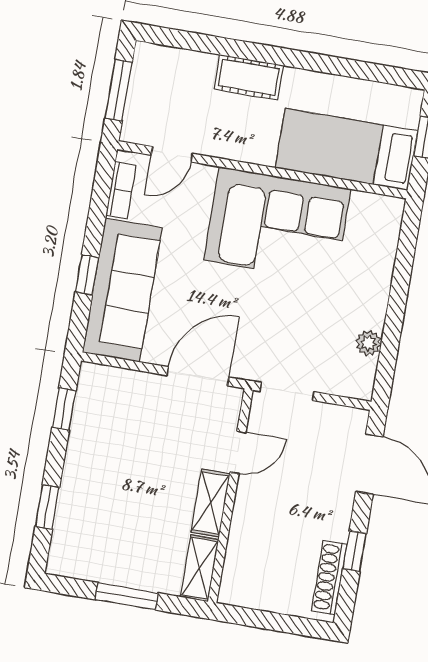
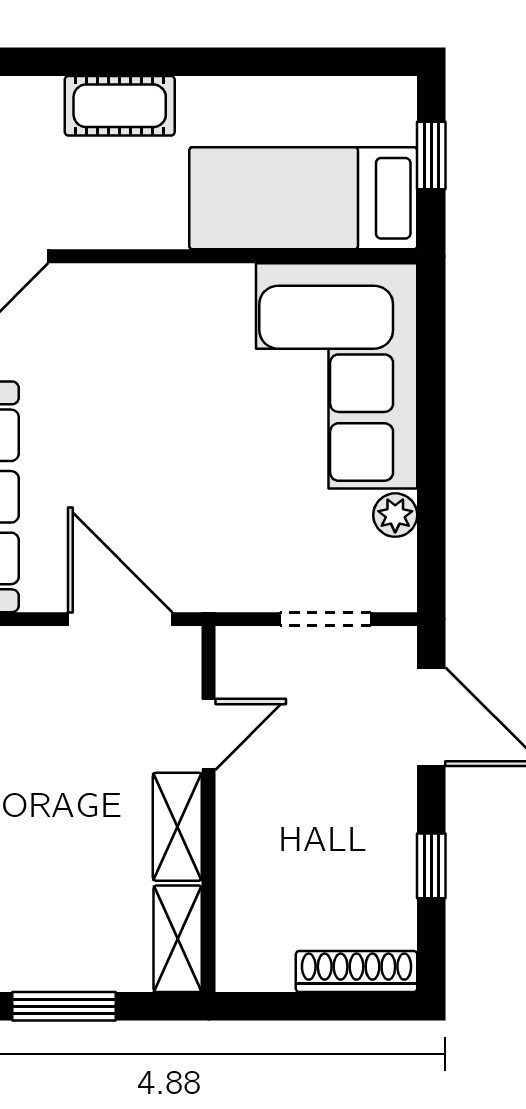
corner sofa: (277, 225) -> (337, 376), moved, turned 90
door: (198, 376) -> (120, 619), hinge flipped
doorway: (287, 392) -> (326, 619), moved
shoe rack: (329, 577) -> (357, 972), moved, turned 90

